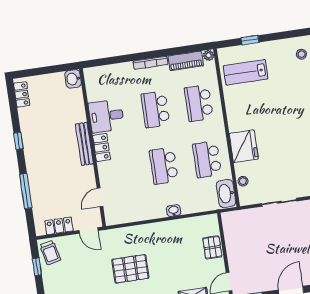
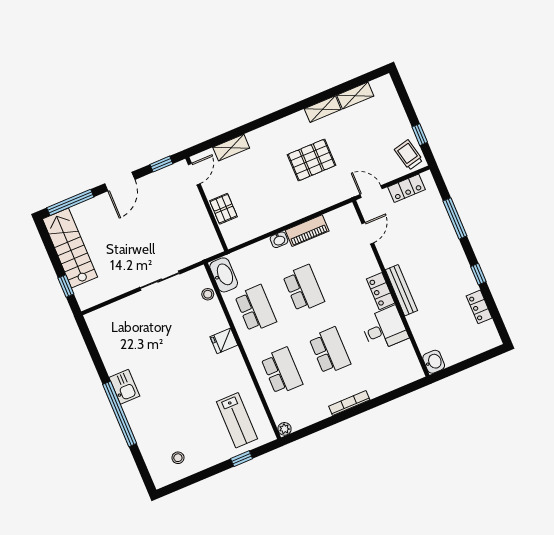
piano: (186, 61) -> (307, 231), moved, turned 180
lab bench: (246, 72) -> (237, 420), turned 90
locker: (22, 94) -> (479, 307), moved
fridge: (244, 146) -> (224, 341), width x0.53, depth x0.75

